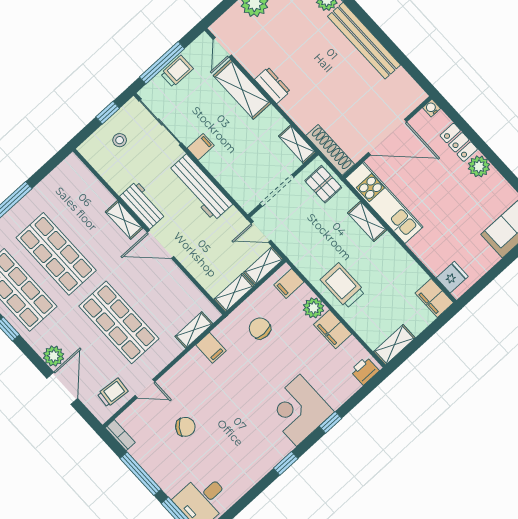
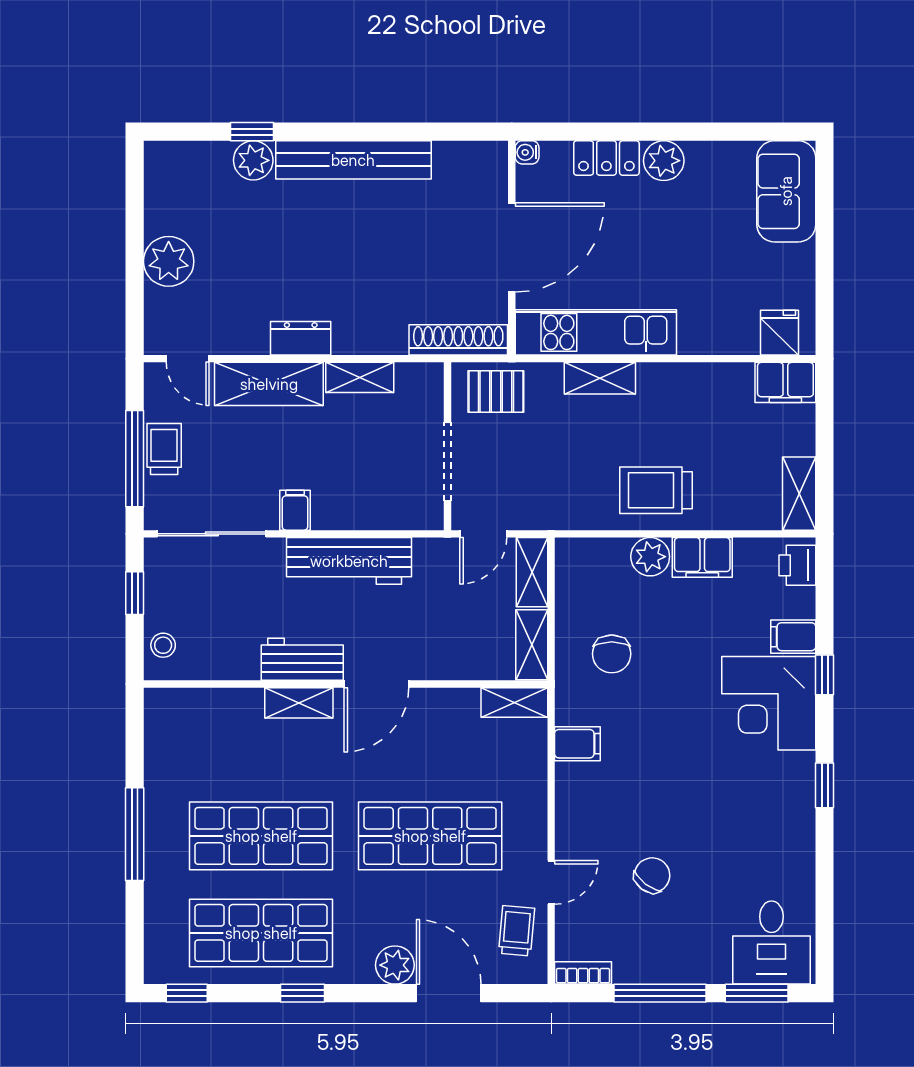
stool: (120, 140) -> (163, 645), moved
shelving: (297, 144) -> (360, 377), moved
filing cabinet: (289, 283) -> (793, 637), moved, turned 90
chair: (260, 328) -> (612, 654), turned -90
shelving: (194, 330) -> (514, 703), moved, turned 90

